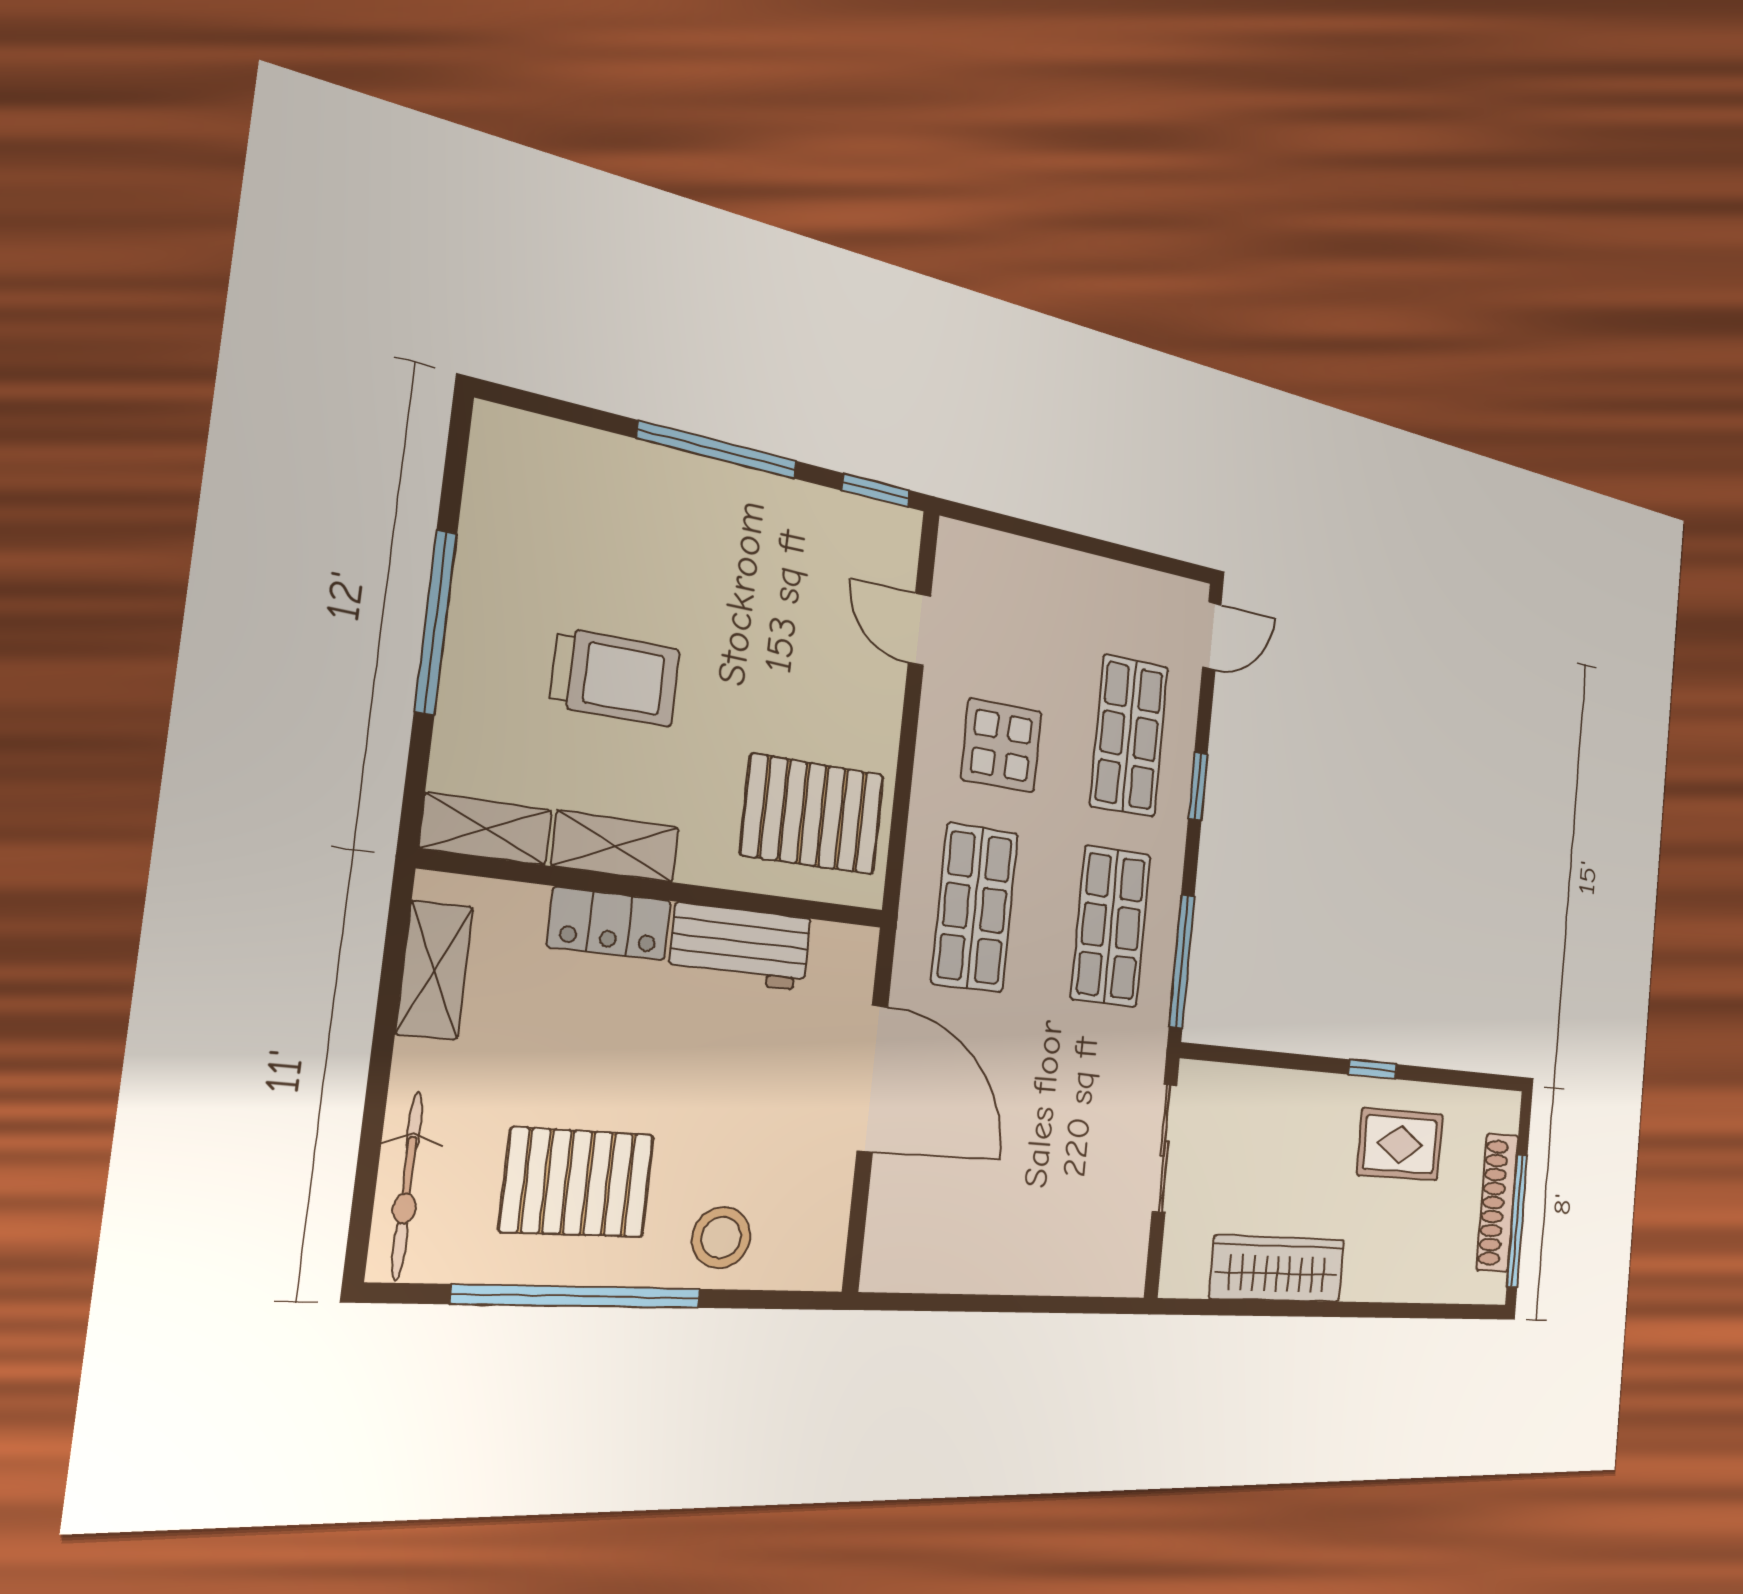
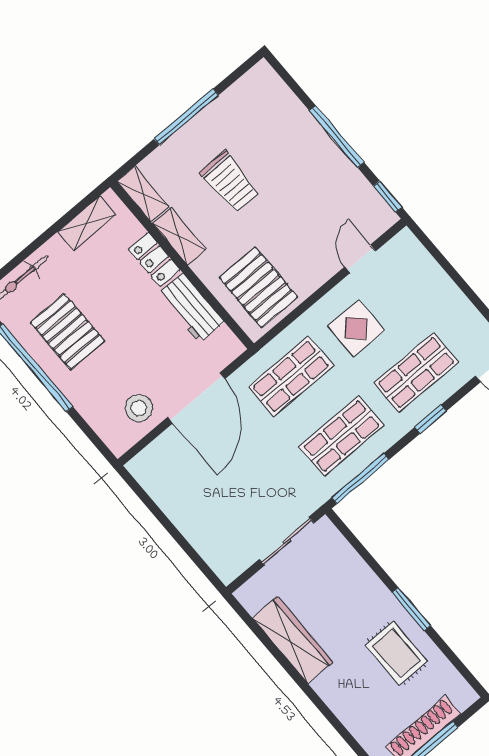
window: (1373, 1069) -> (411, 609), width x1.50
stool: (721, 1238) -> (139, 408), moved

